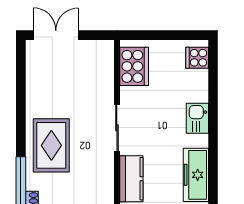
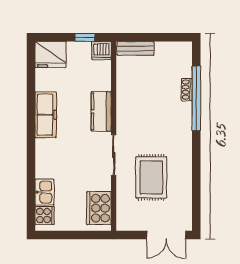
kitchen sink: (197, 118) -> (44, 192), moved
rug: (51, 145) -> (151, 177), moved

